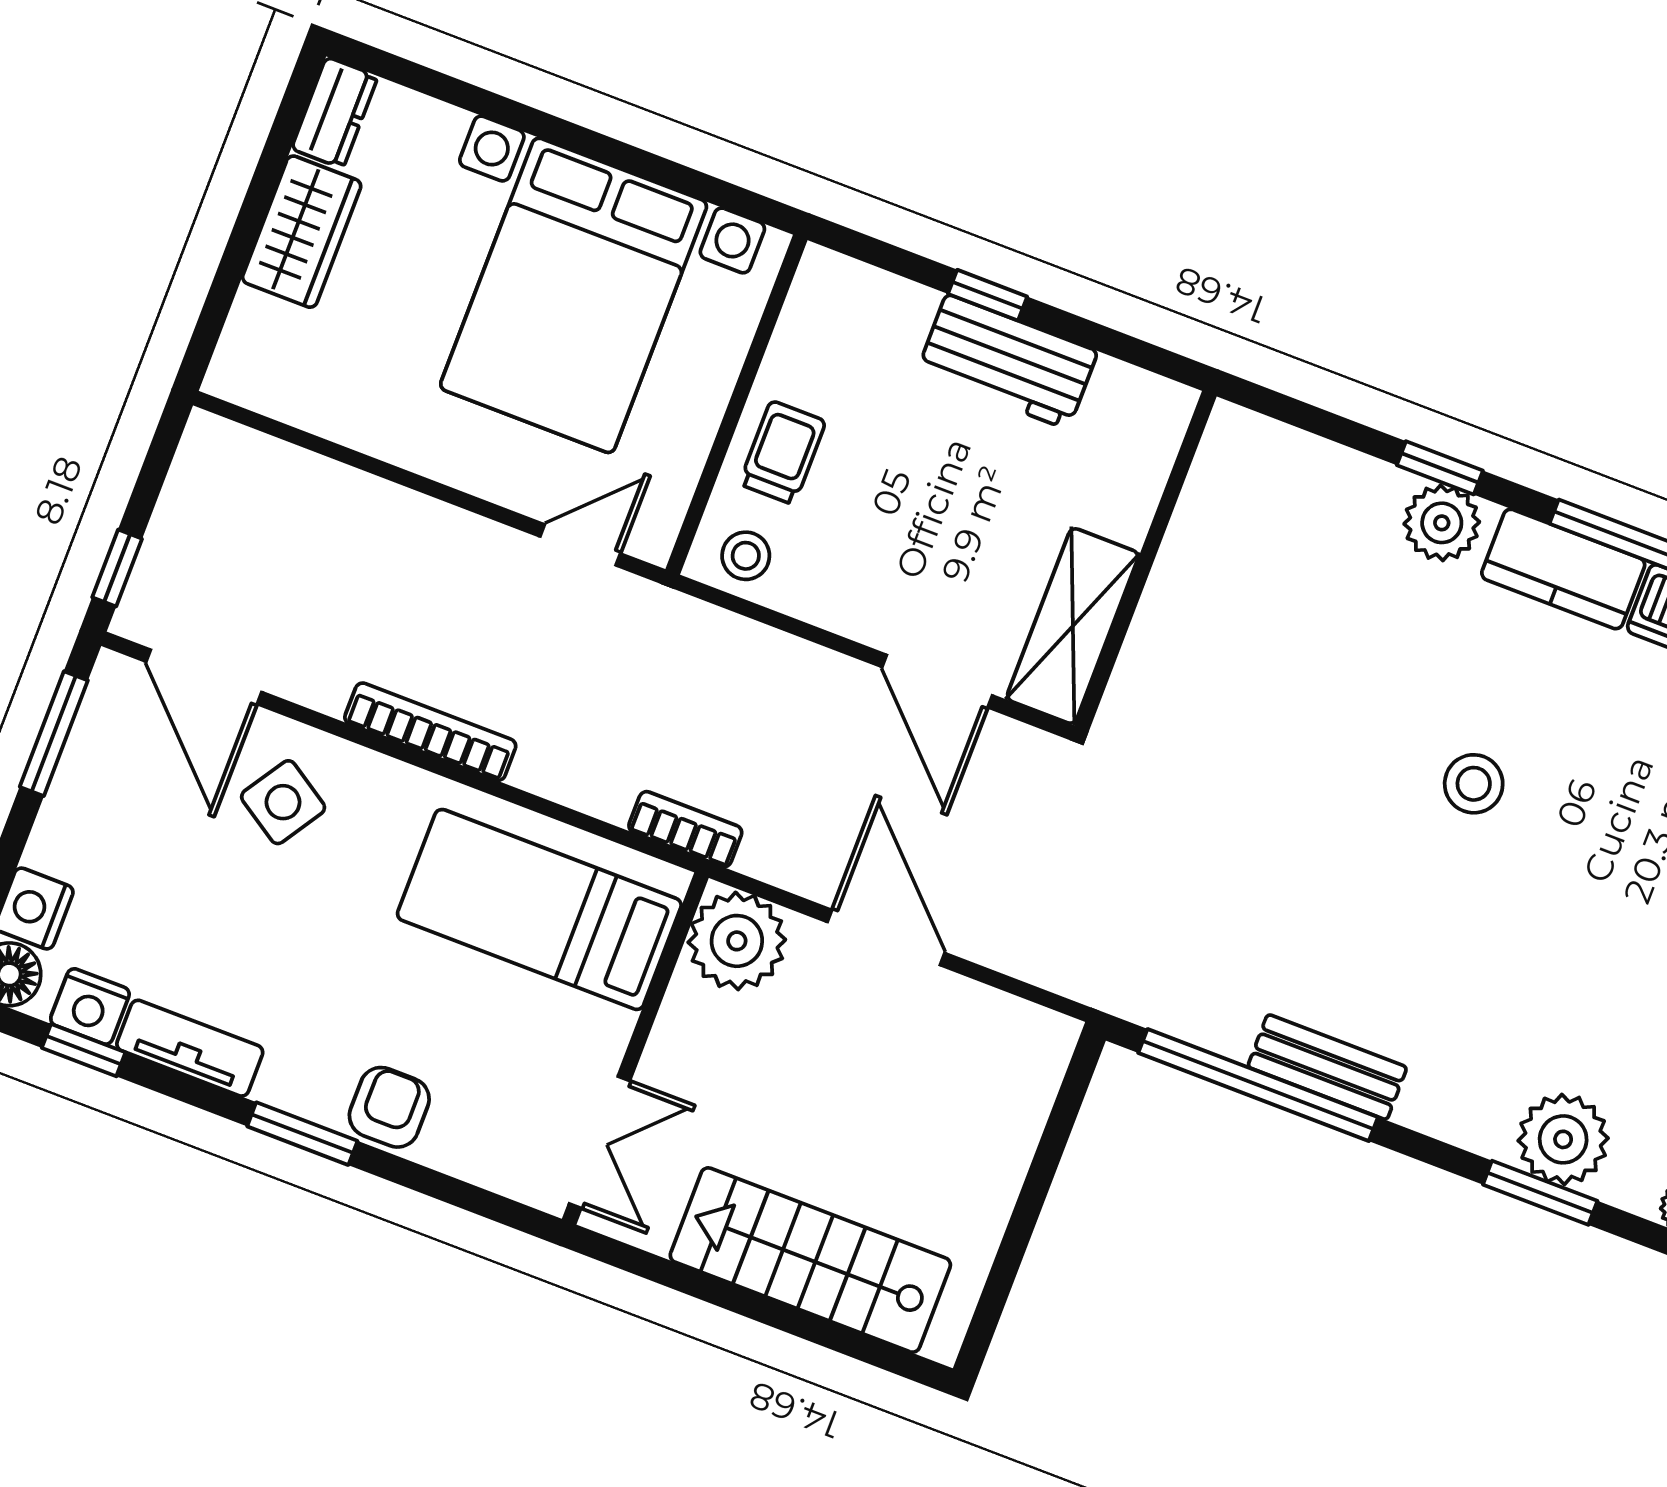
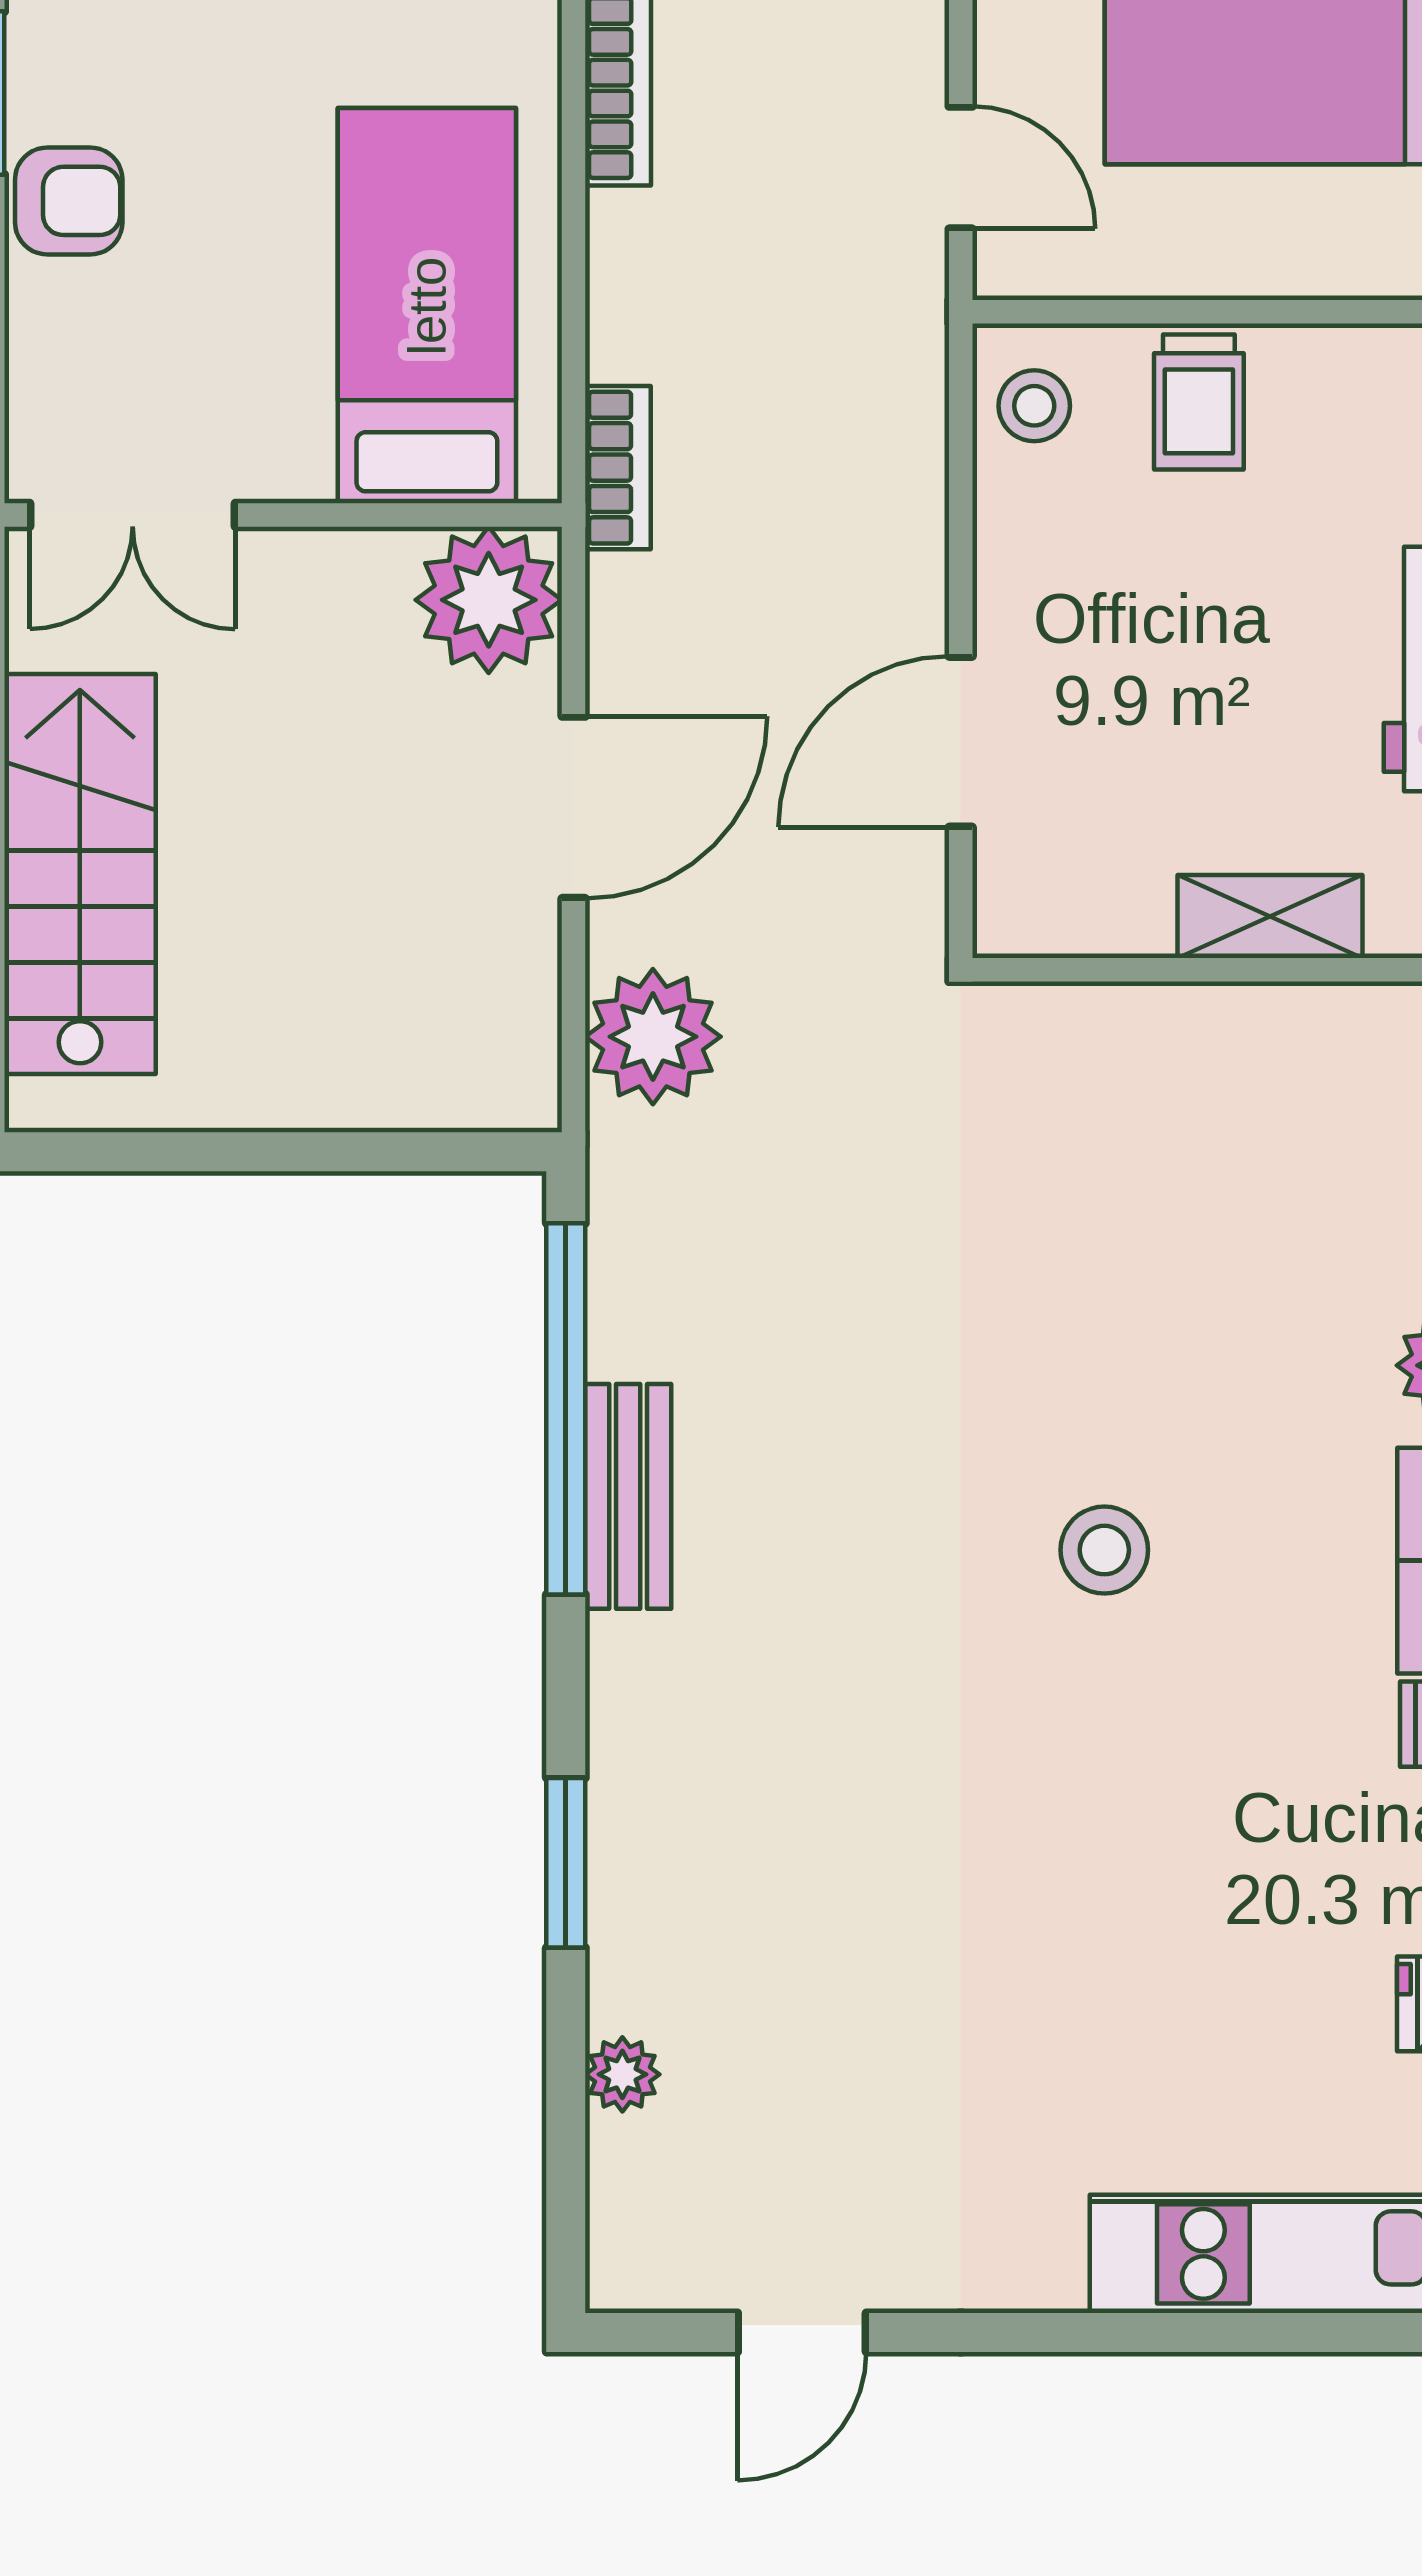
trolley: (782, 453) -> (1199, 402), turned 90
shelving: (1073, 626) -> (1270, 917), moved, width x0.67, depth x0.75
plant: (1563, 1139) -> (653, 1037), moved

